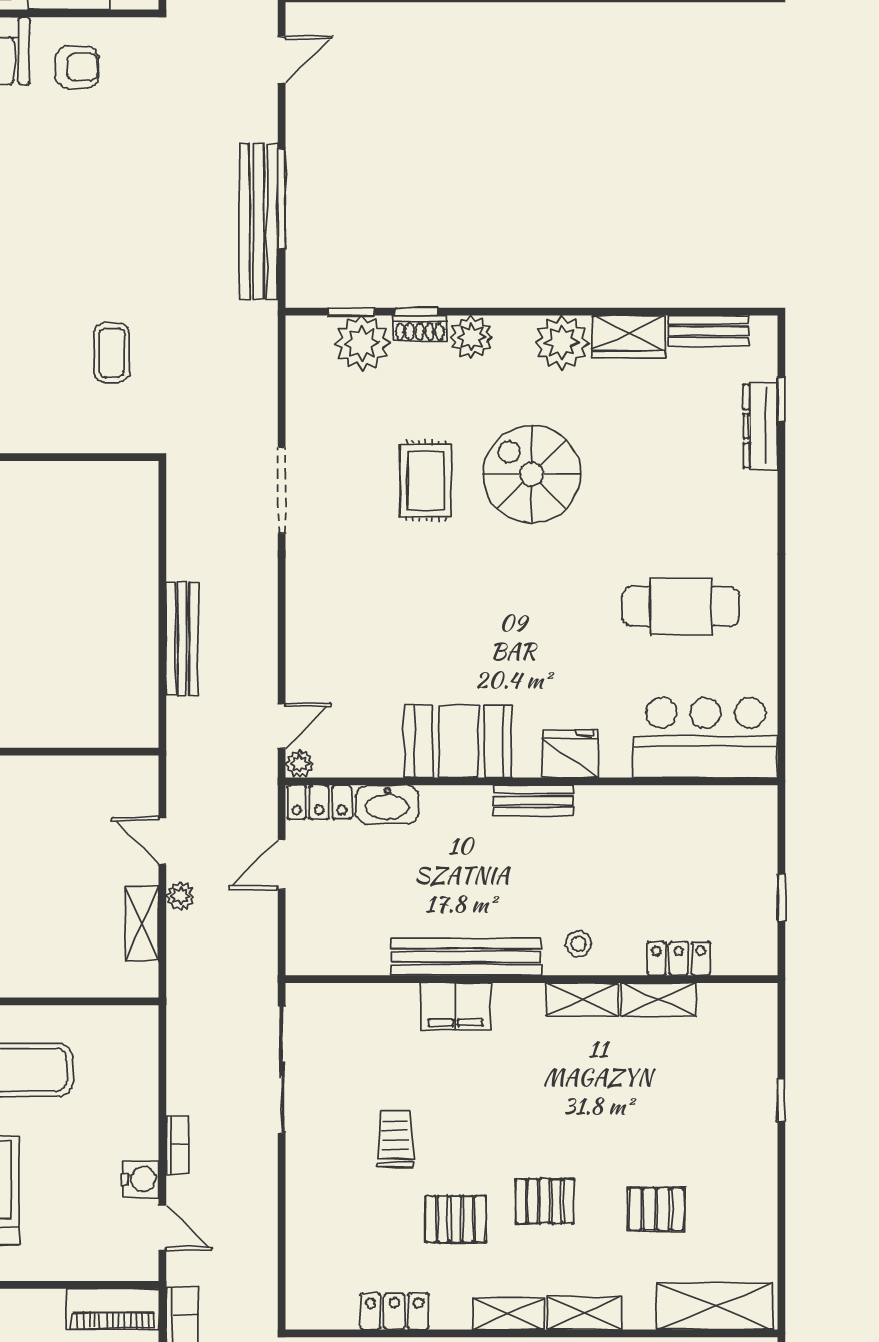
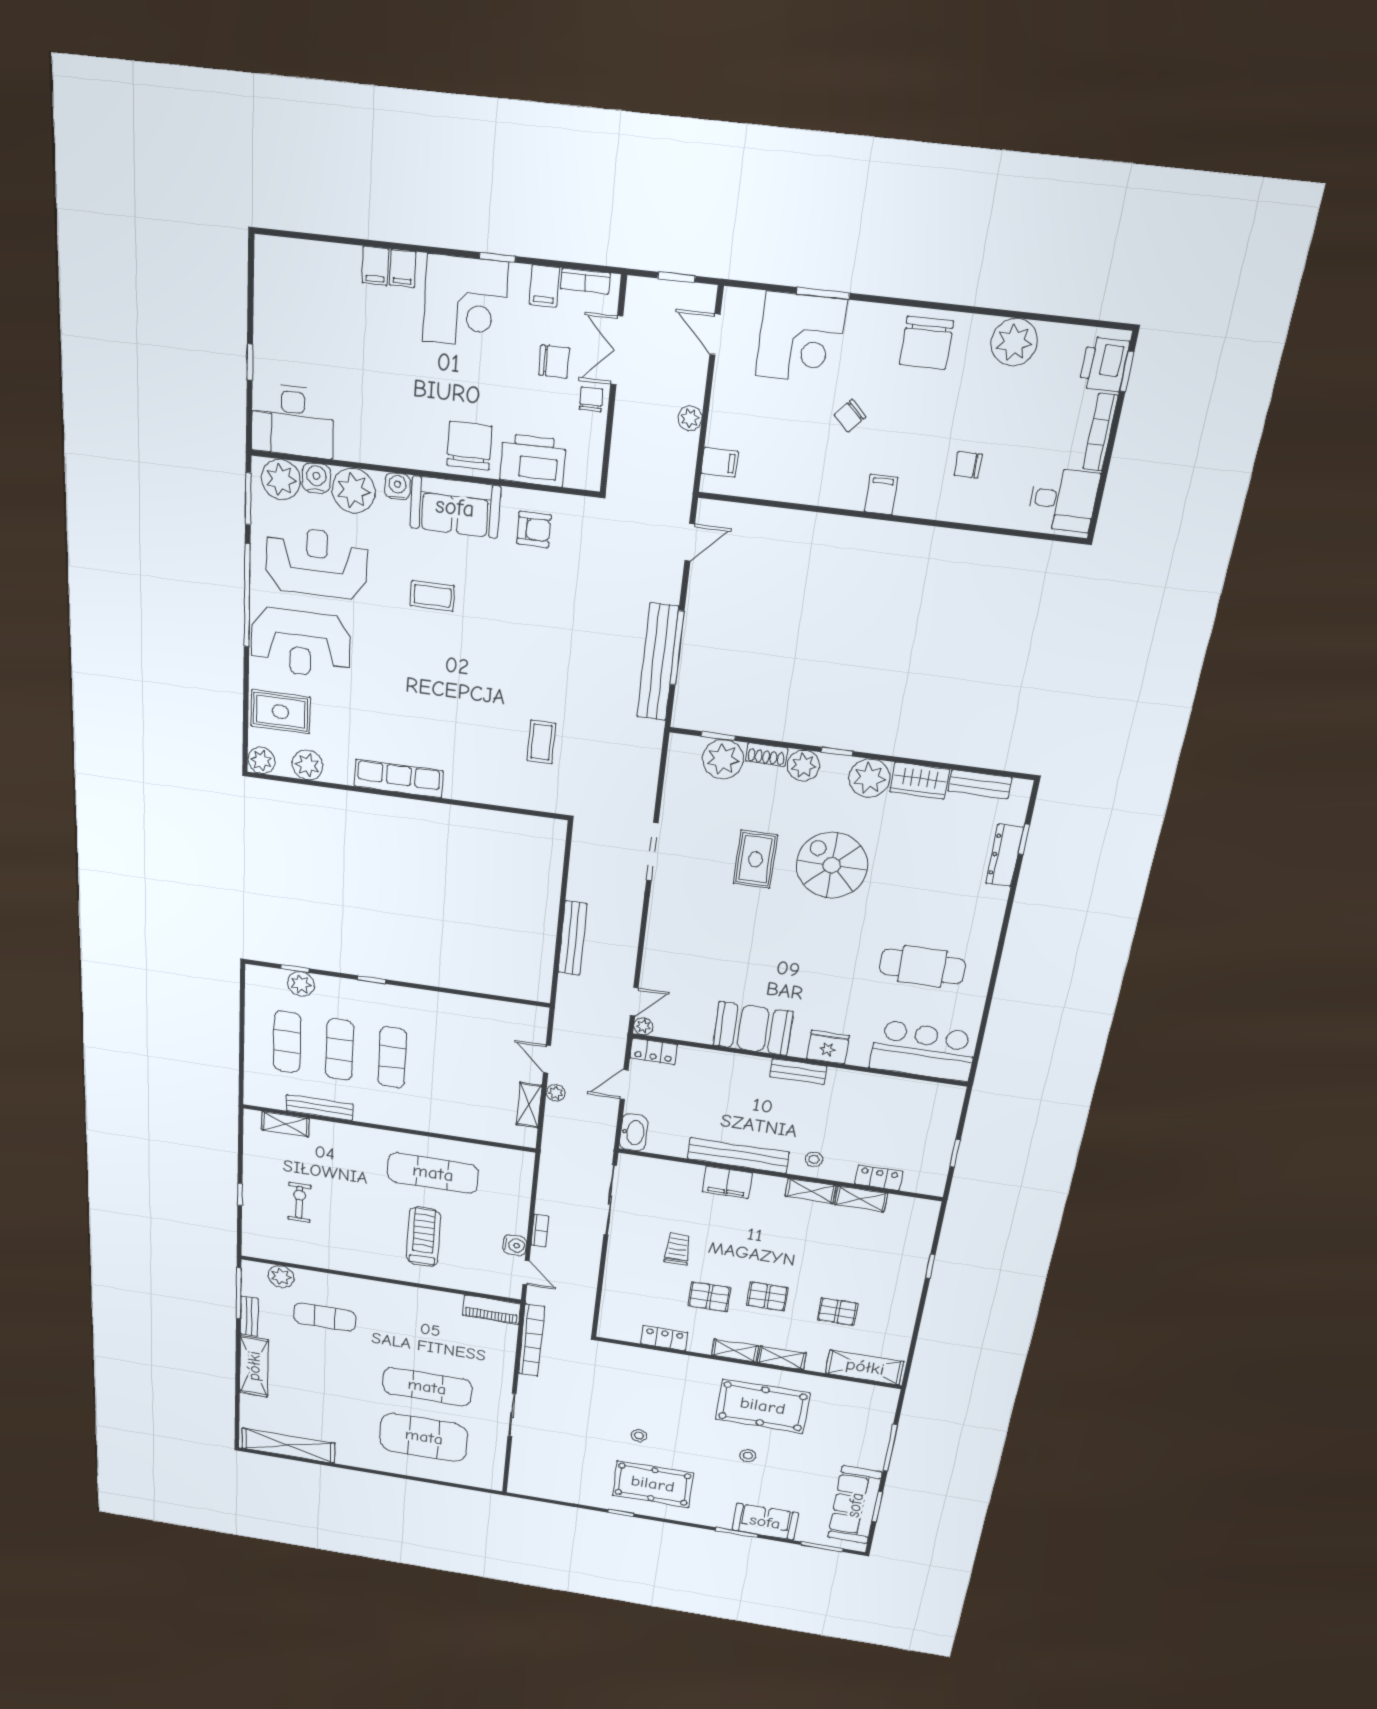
window: (416, 312) -> (837, 752), moved
washbasin: (387, 804) -> (634, 1132), moved, turned -90

